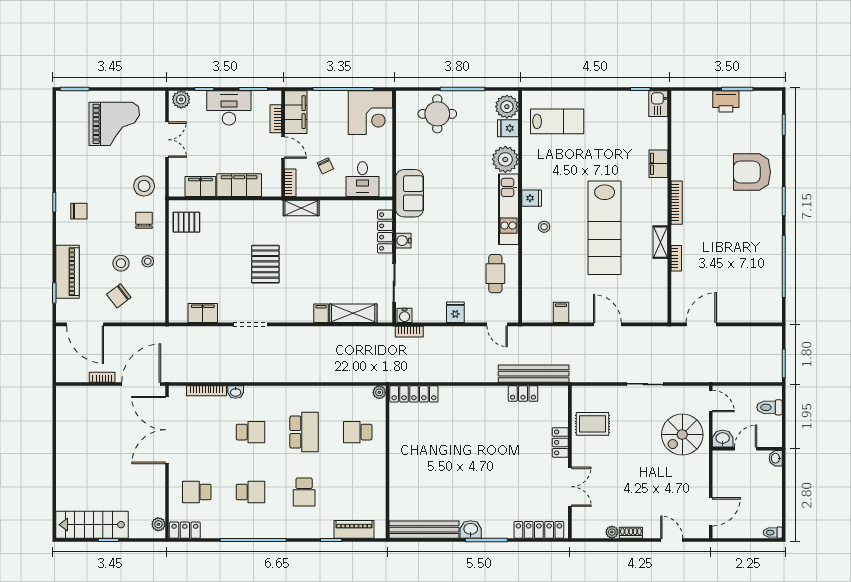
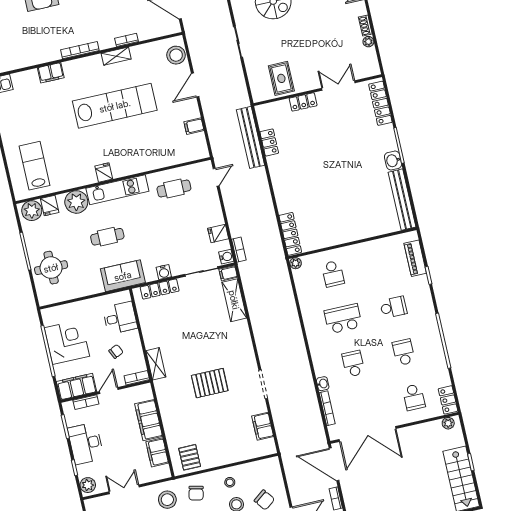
corner desk: (370, 113) -> (67, 342), moved
cafe table: (458, 186) -> (107, 237), added
chair: (144, 220) -> (196, 493), turned -77
stool: (544, 227) -> (176, 55), moved, width x1.89, depth x1.89
fridge: (455, 312) -> (218, 233), moved
filing cabinet: (321, 313) -> (228, 273), moved

